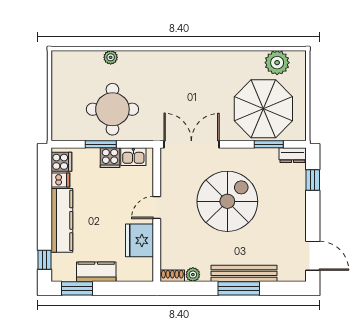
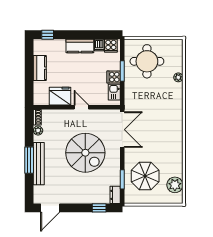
round table: (112, 109) -> (147, 61), moved
parasol: (263, 109) -> (145, 176), width x0.73, depth x0.73
kitchen counter: (62, 220) -> (80, 46), width x0.67
window: (77, 288) -> (29, 56), removed

